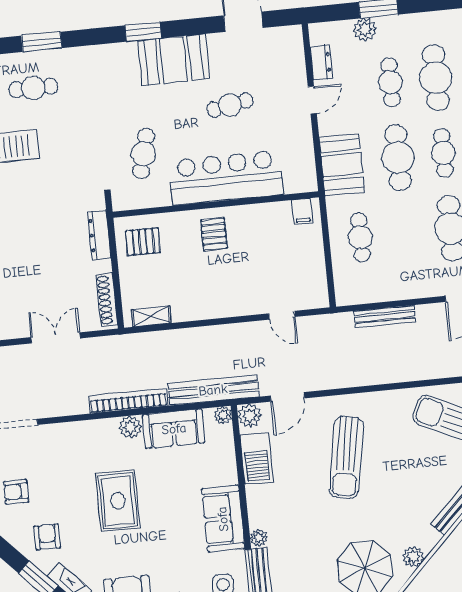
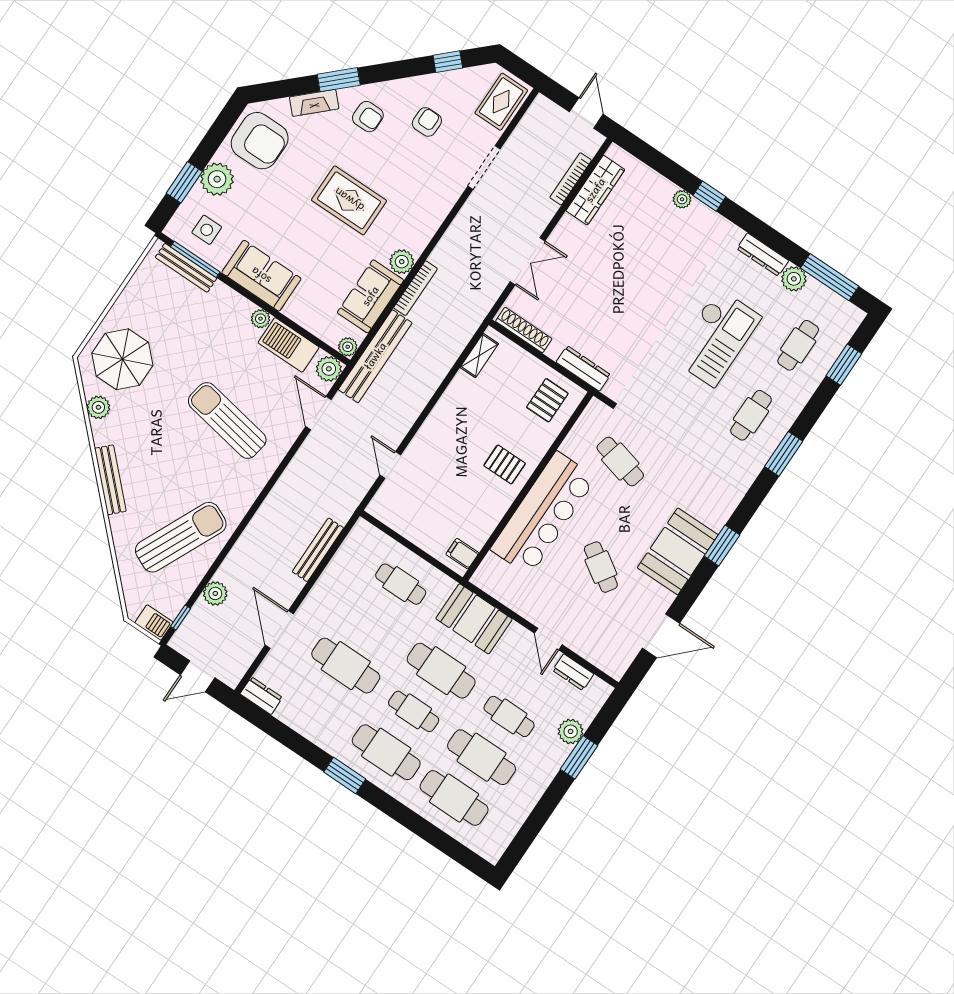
cafe table: (230, 105) -> (601, 567), turned -47
door: (282, 315) -> (390, 465), hinge flipped
bookcase: (128, 401) -> (415, 288), width x0.68, depth x0.76
plant: (259, 538) -> (260, 319), moved

